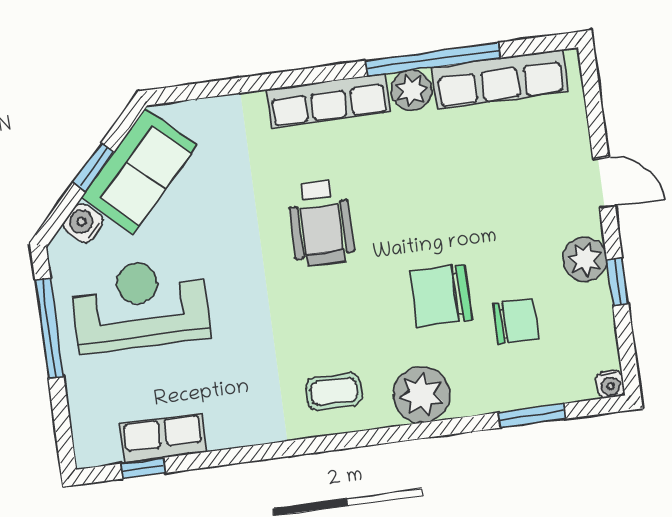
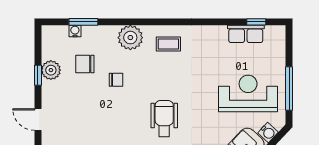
plant: (585, 259) -> (51, 70), moved
chair: (441, 296) -> (116, 80), width x0.54, depth x0.54
reception desk: (140, 305) -> (248, 93), turned 180
water cooler: (610, 384) -> (75, 31), moved

